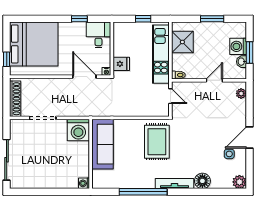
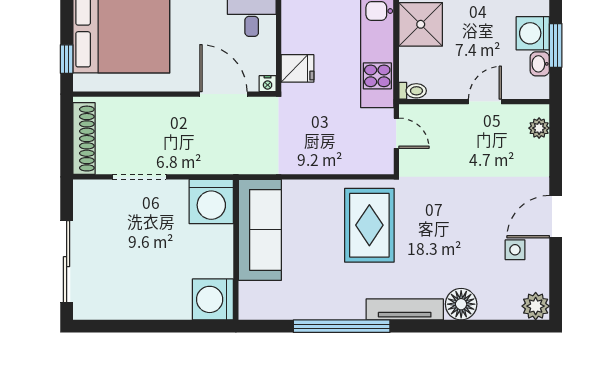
washing machine: (84, 183) -> (213, 299), width x1.89, depth x1.89

